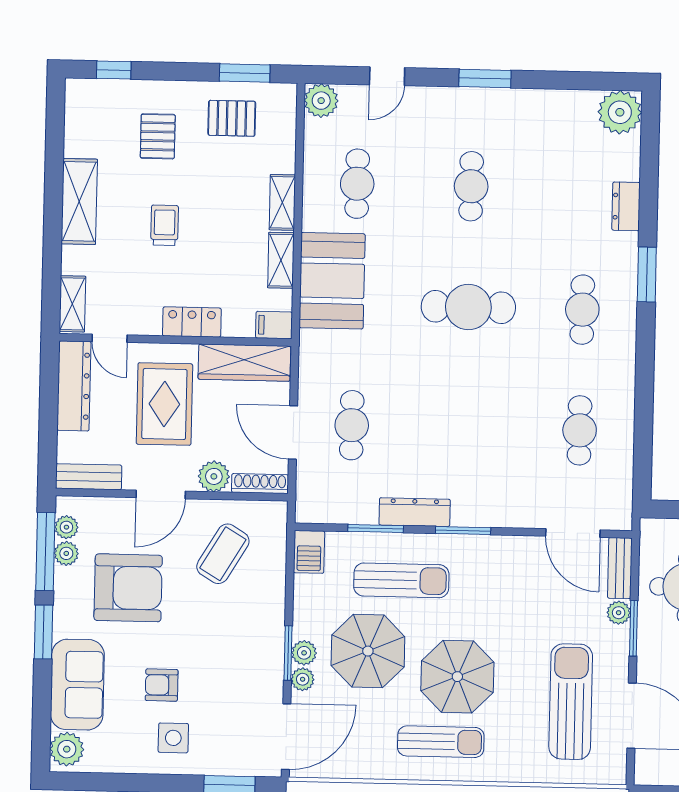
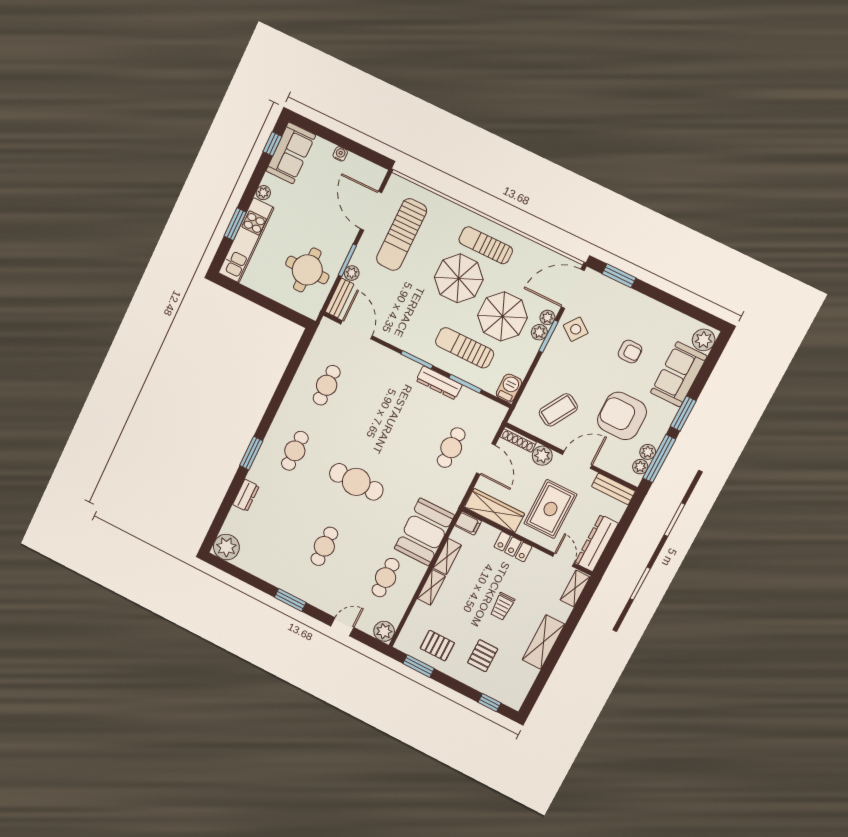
side table: (173, 738) -> (576, 329), moved, turned 37

